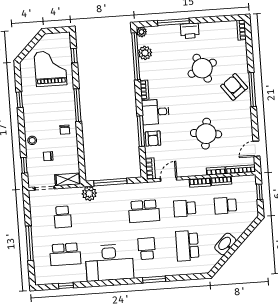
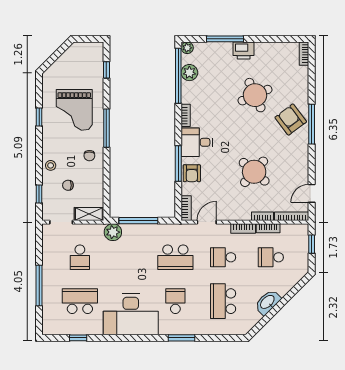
grand piano: (50, 68) -> (74, 110), moved, turned 180
round table: (206, 134) -> (254, 172), turned 34
school desk: (65, 254) -> (80, 301), turned 180

